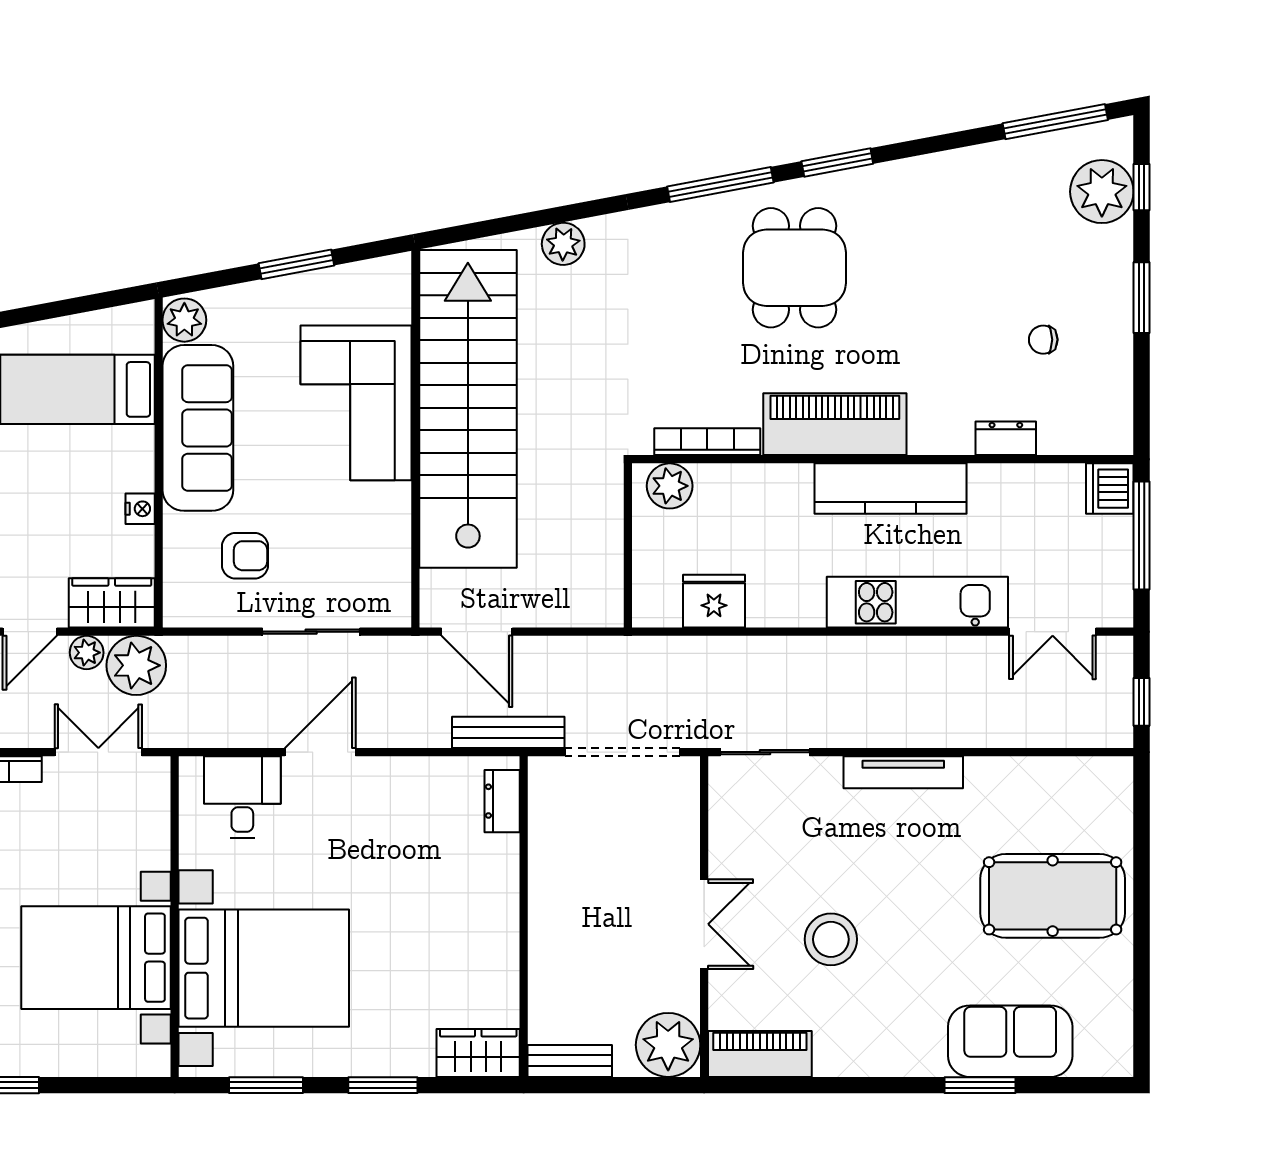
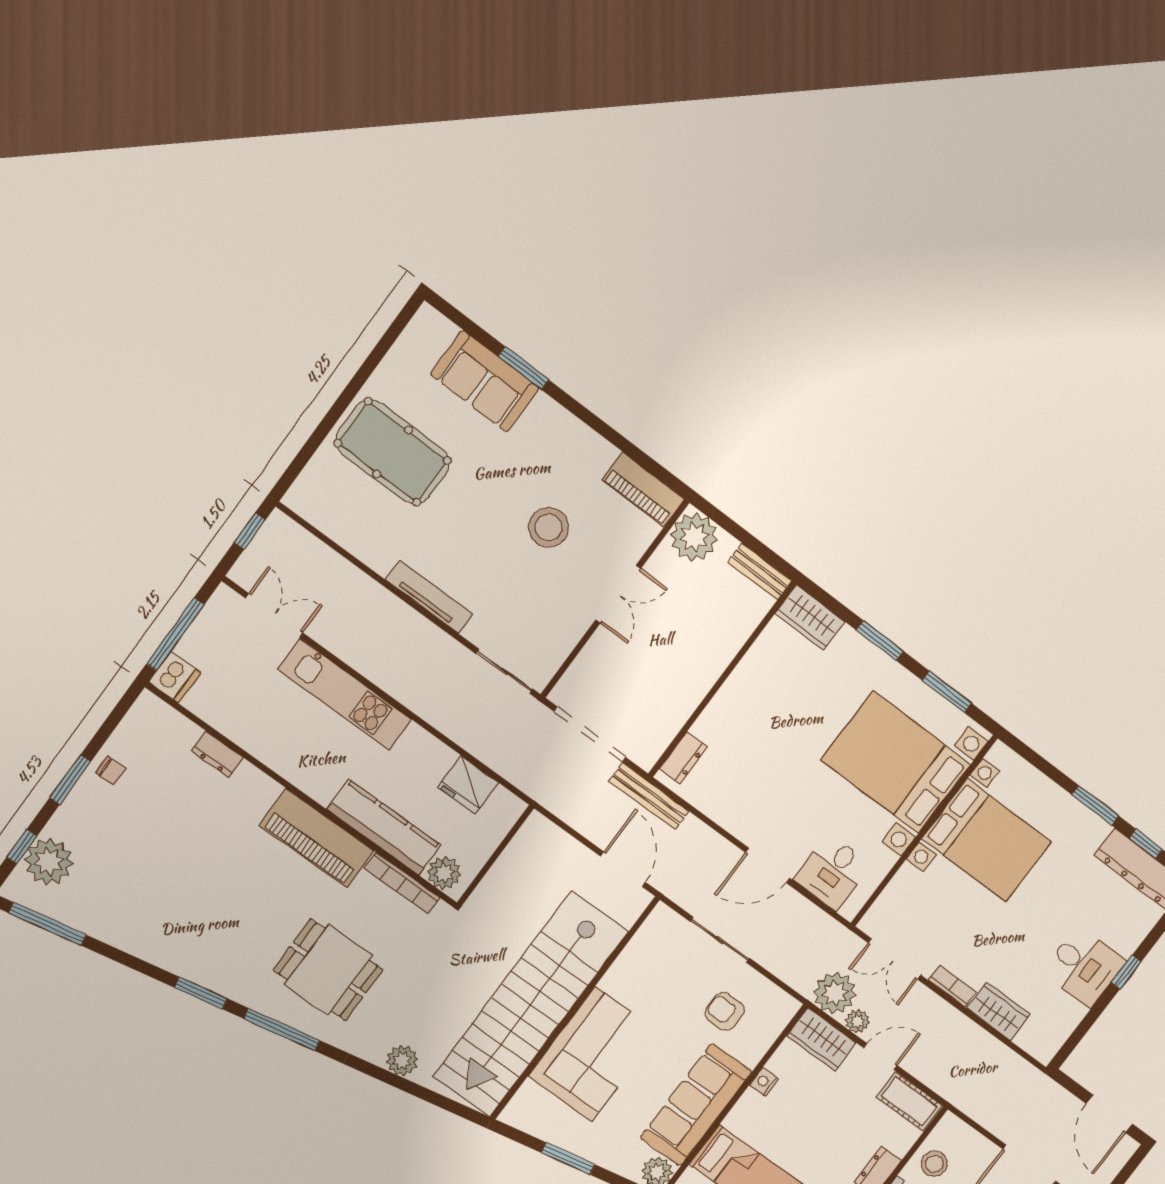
dining table: (794, 268) -> (328, 970), moved, turned 90
chair: (1043, 340) -> (111, 771), moved
kitchen counter: (890, 489) -> (384, 827), moved
double door: (704, 924) -> (618, 594), swing flipped

